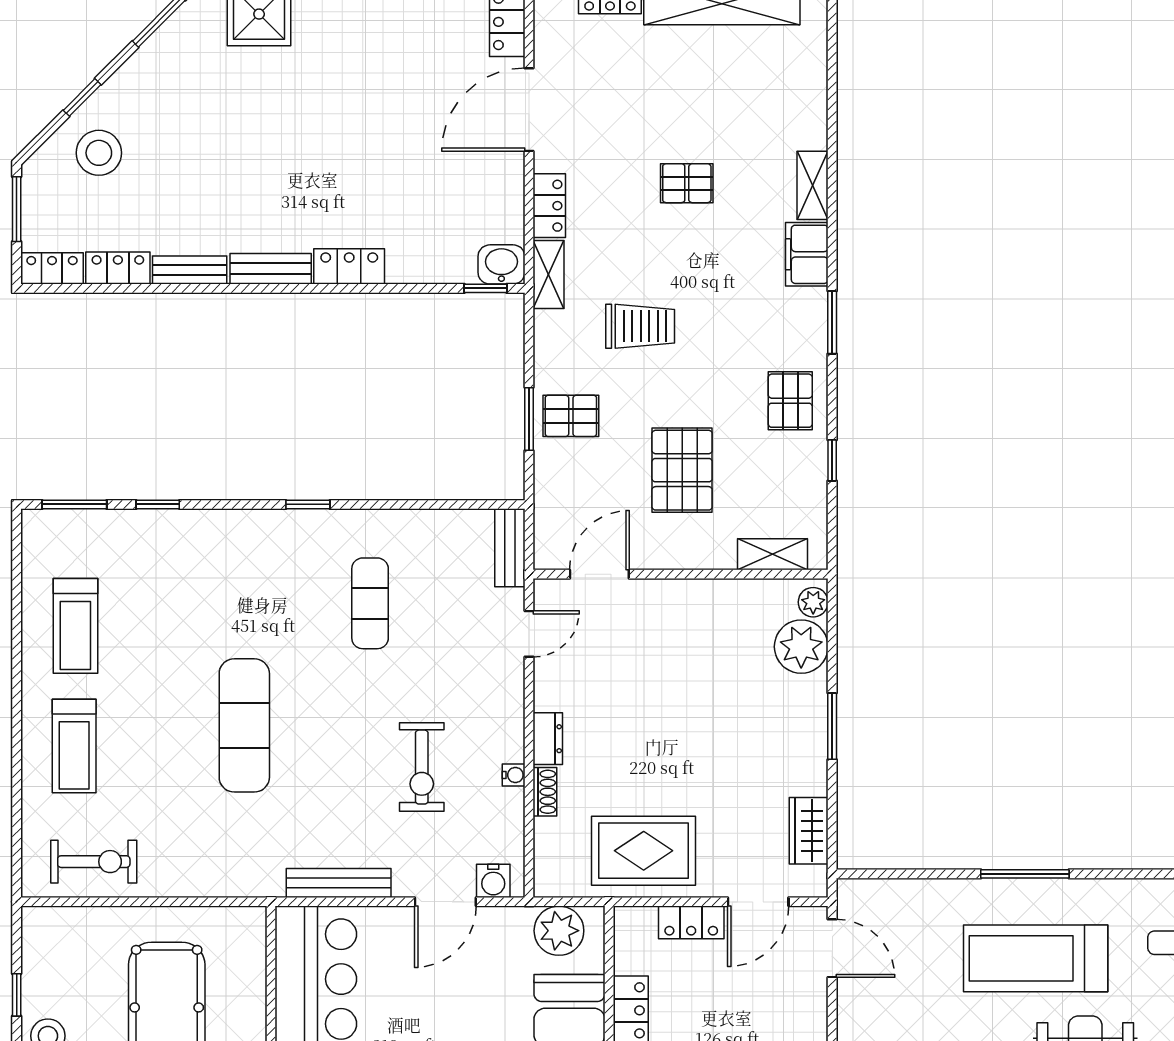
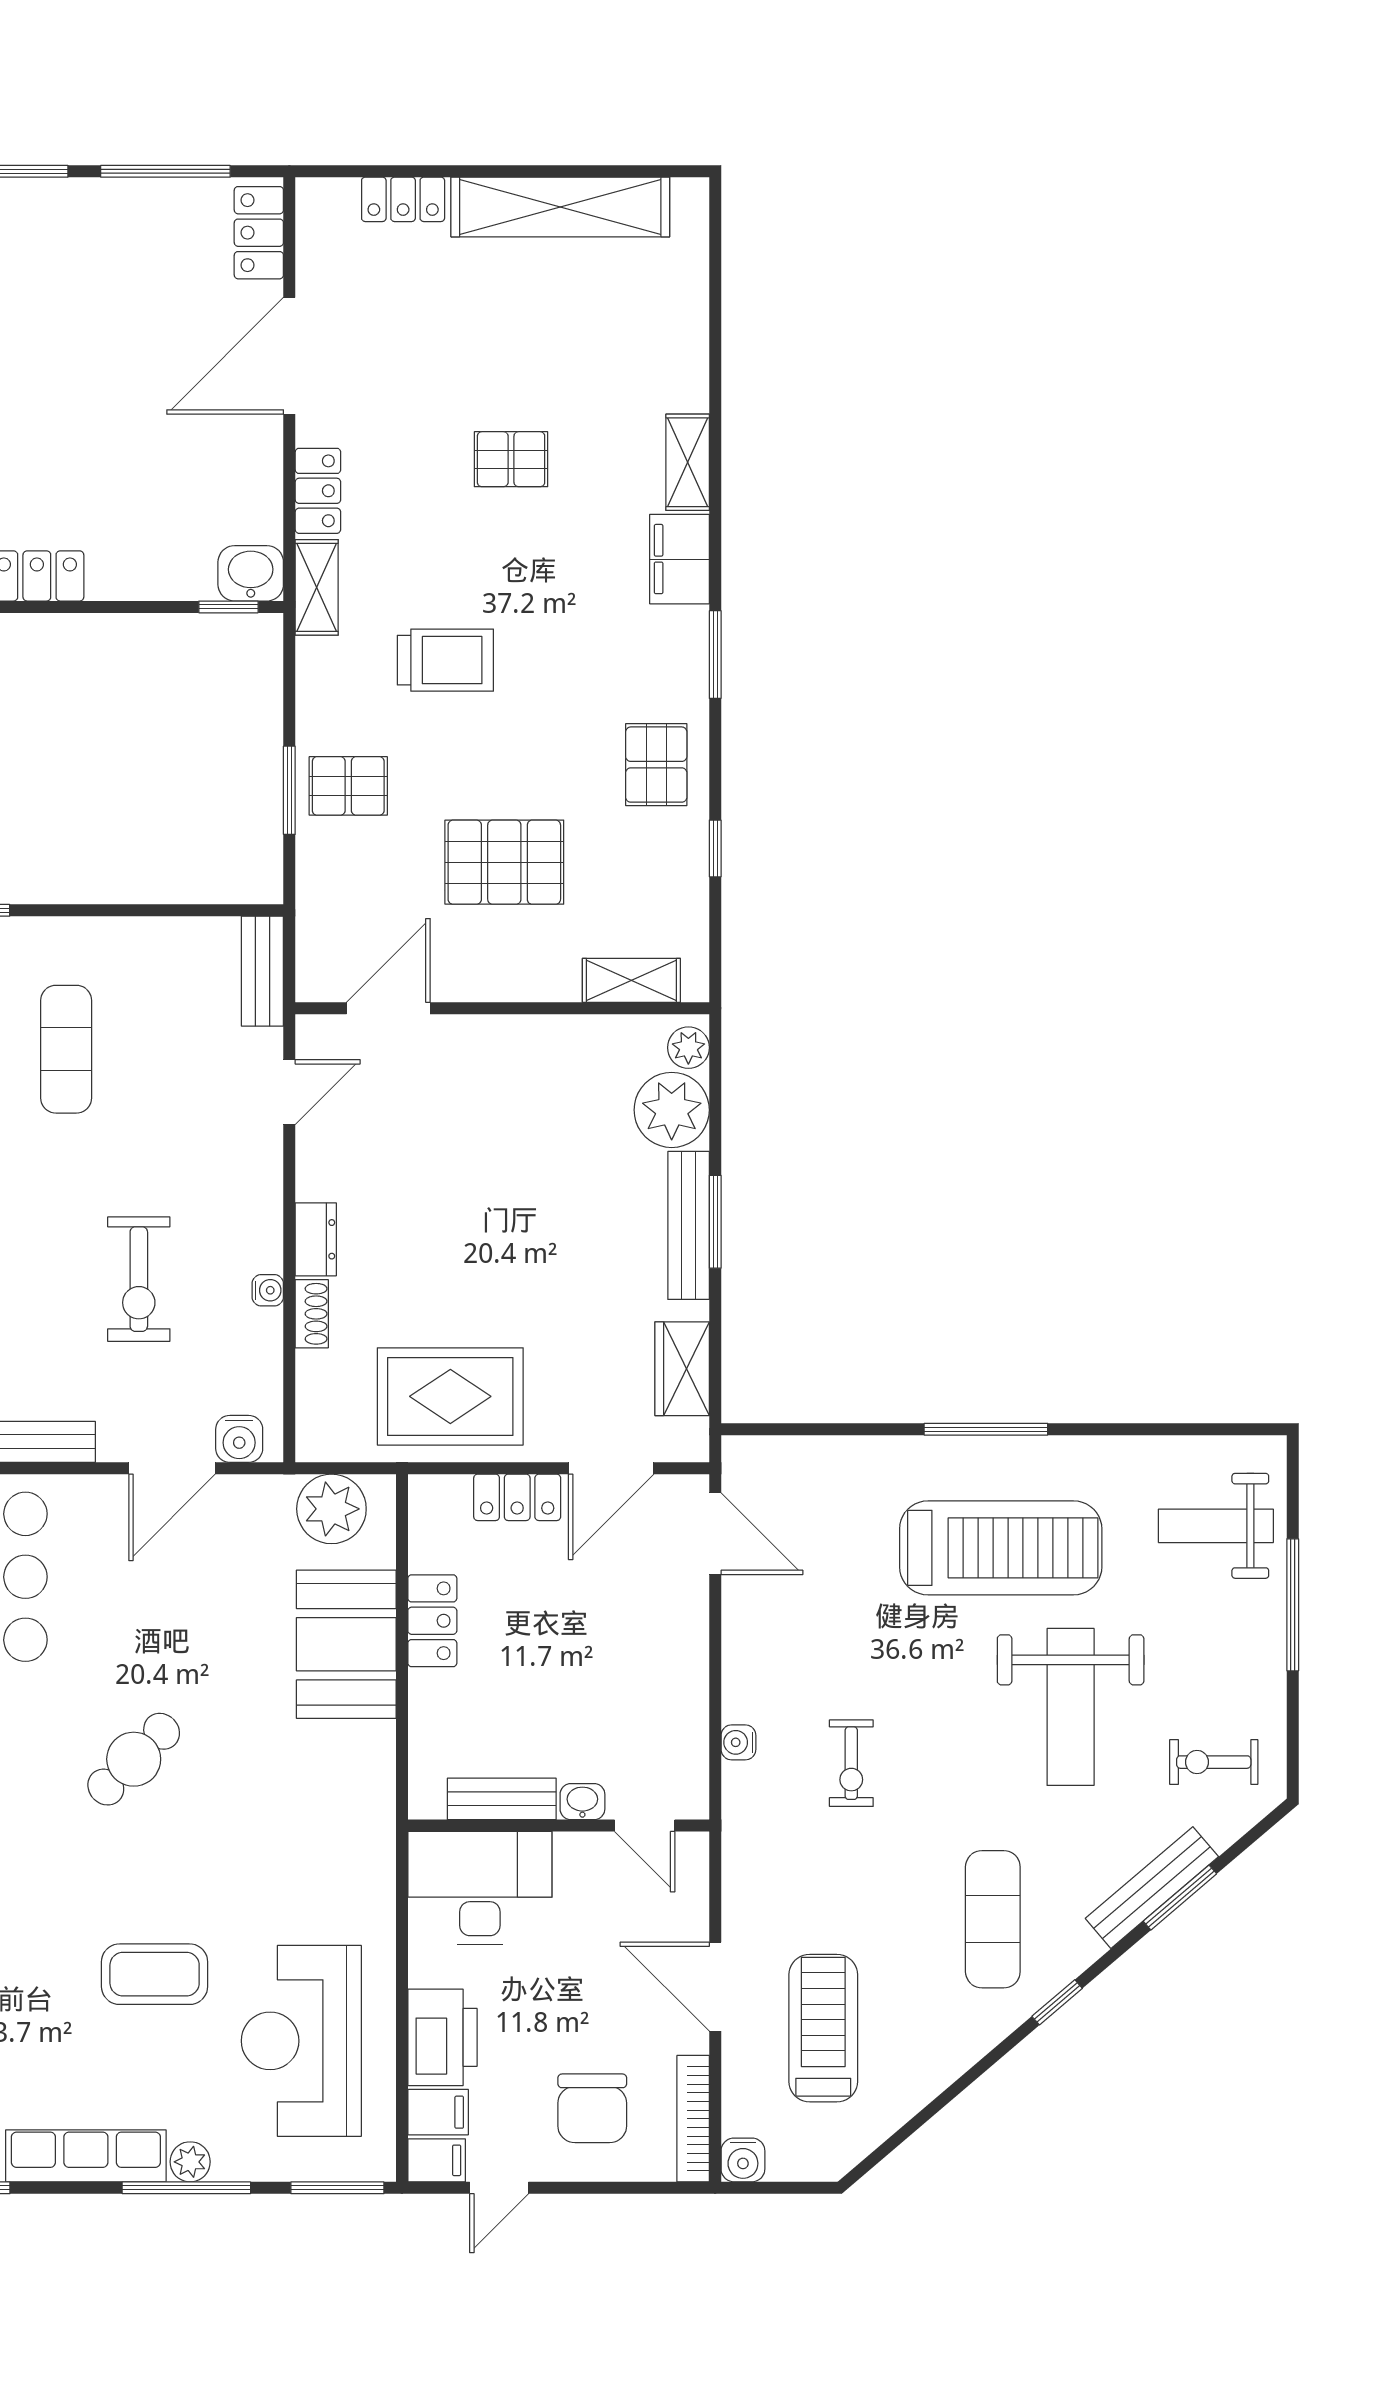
pallet: (682, 470) -> (504, 862), turned 90
bench: (813, 729) -> (689, 1225), added
treadmill: (1036, 958) -> (1001, 1548), turned 180

